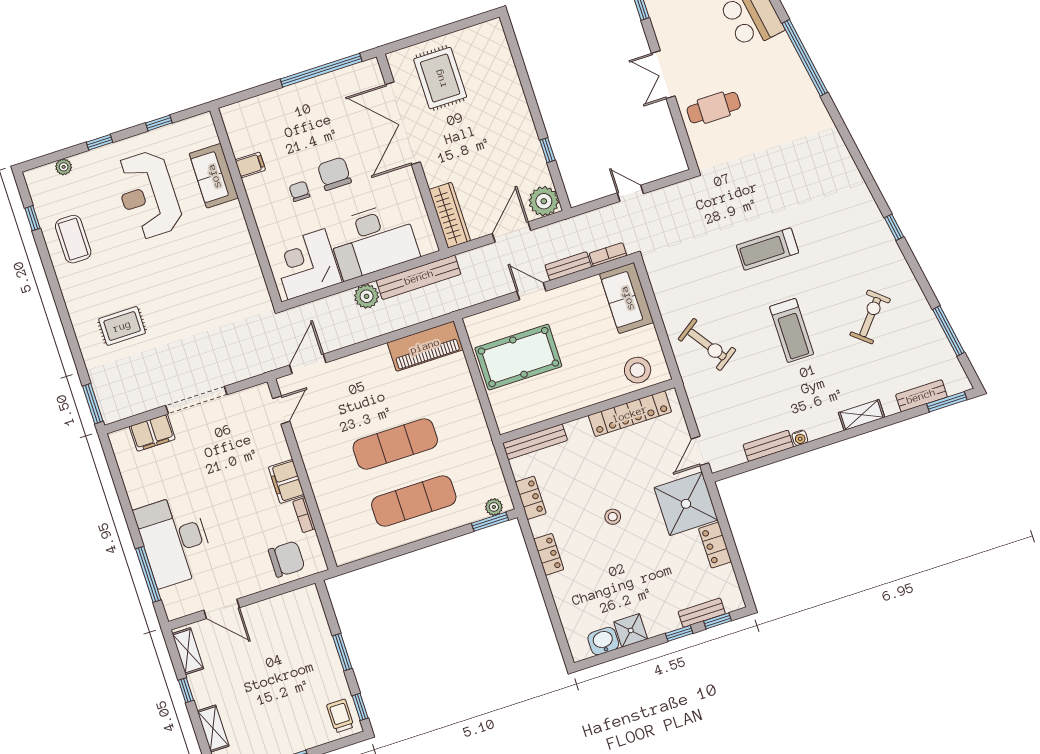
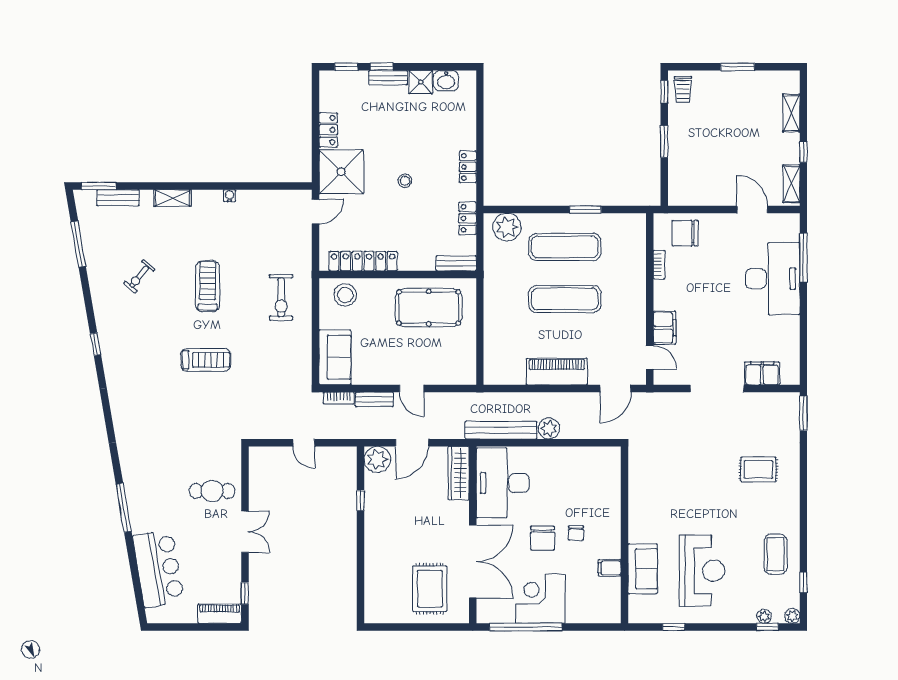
window: (805, 58) -> (124, 508), width x0.68
window: (99, 142) -> (767, 627), moved
plant: (33, 177) -> (792, 616), added
desk: (373, 241) -> (503, 483), moved, turned -90
corner desk: (306, 264) -> (540, 599), moved, turned 180
exercise bike: (870, 317) -> (139, 276), width x0.73, depth x0.72
exercise bike: (707, 345) -> (281, 297), turned -145
piano: (425, 346) -> (557, 372), moved
pool table: (518, 357) -> (429, 308), moved
door: (281, 410) -> (650, 358), swing flipped
bench: (535, 442) -> (456, 263), width x0.73
bench: (768, 446) -> (258, 198), removed
filing cabinet: (286, 481) -> (665, 328), moved
plant: (494, 507) -> (507, 227), width x1.88, depth x1.88
window: (490, 522) -> (585, 210), moved
bench: (702, 613) -> (388, 78), moved

